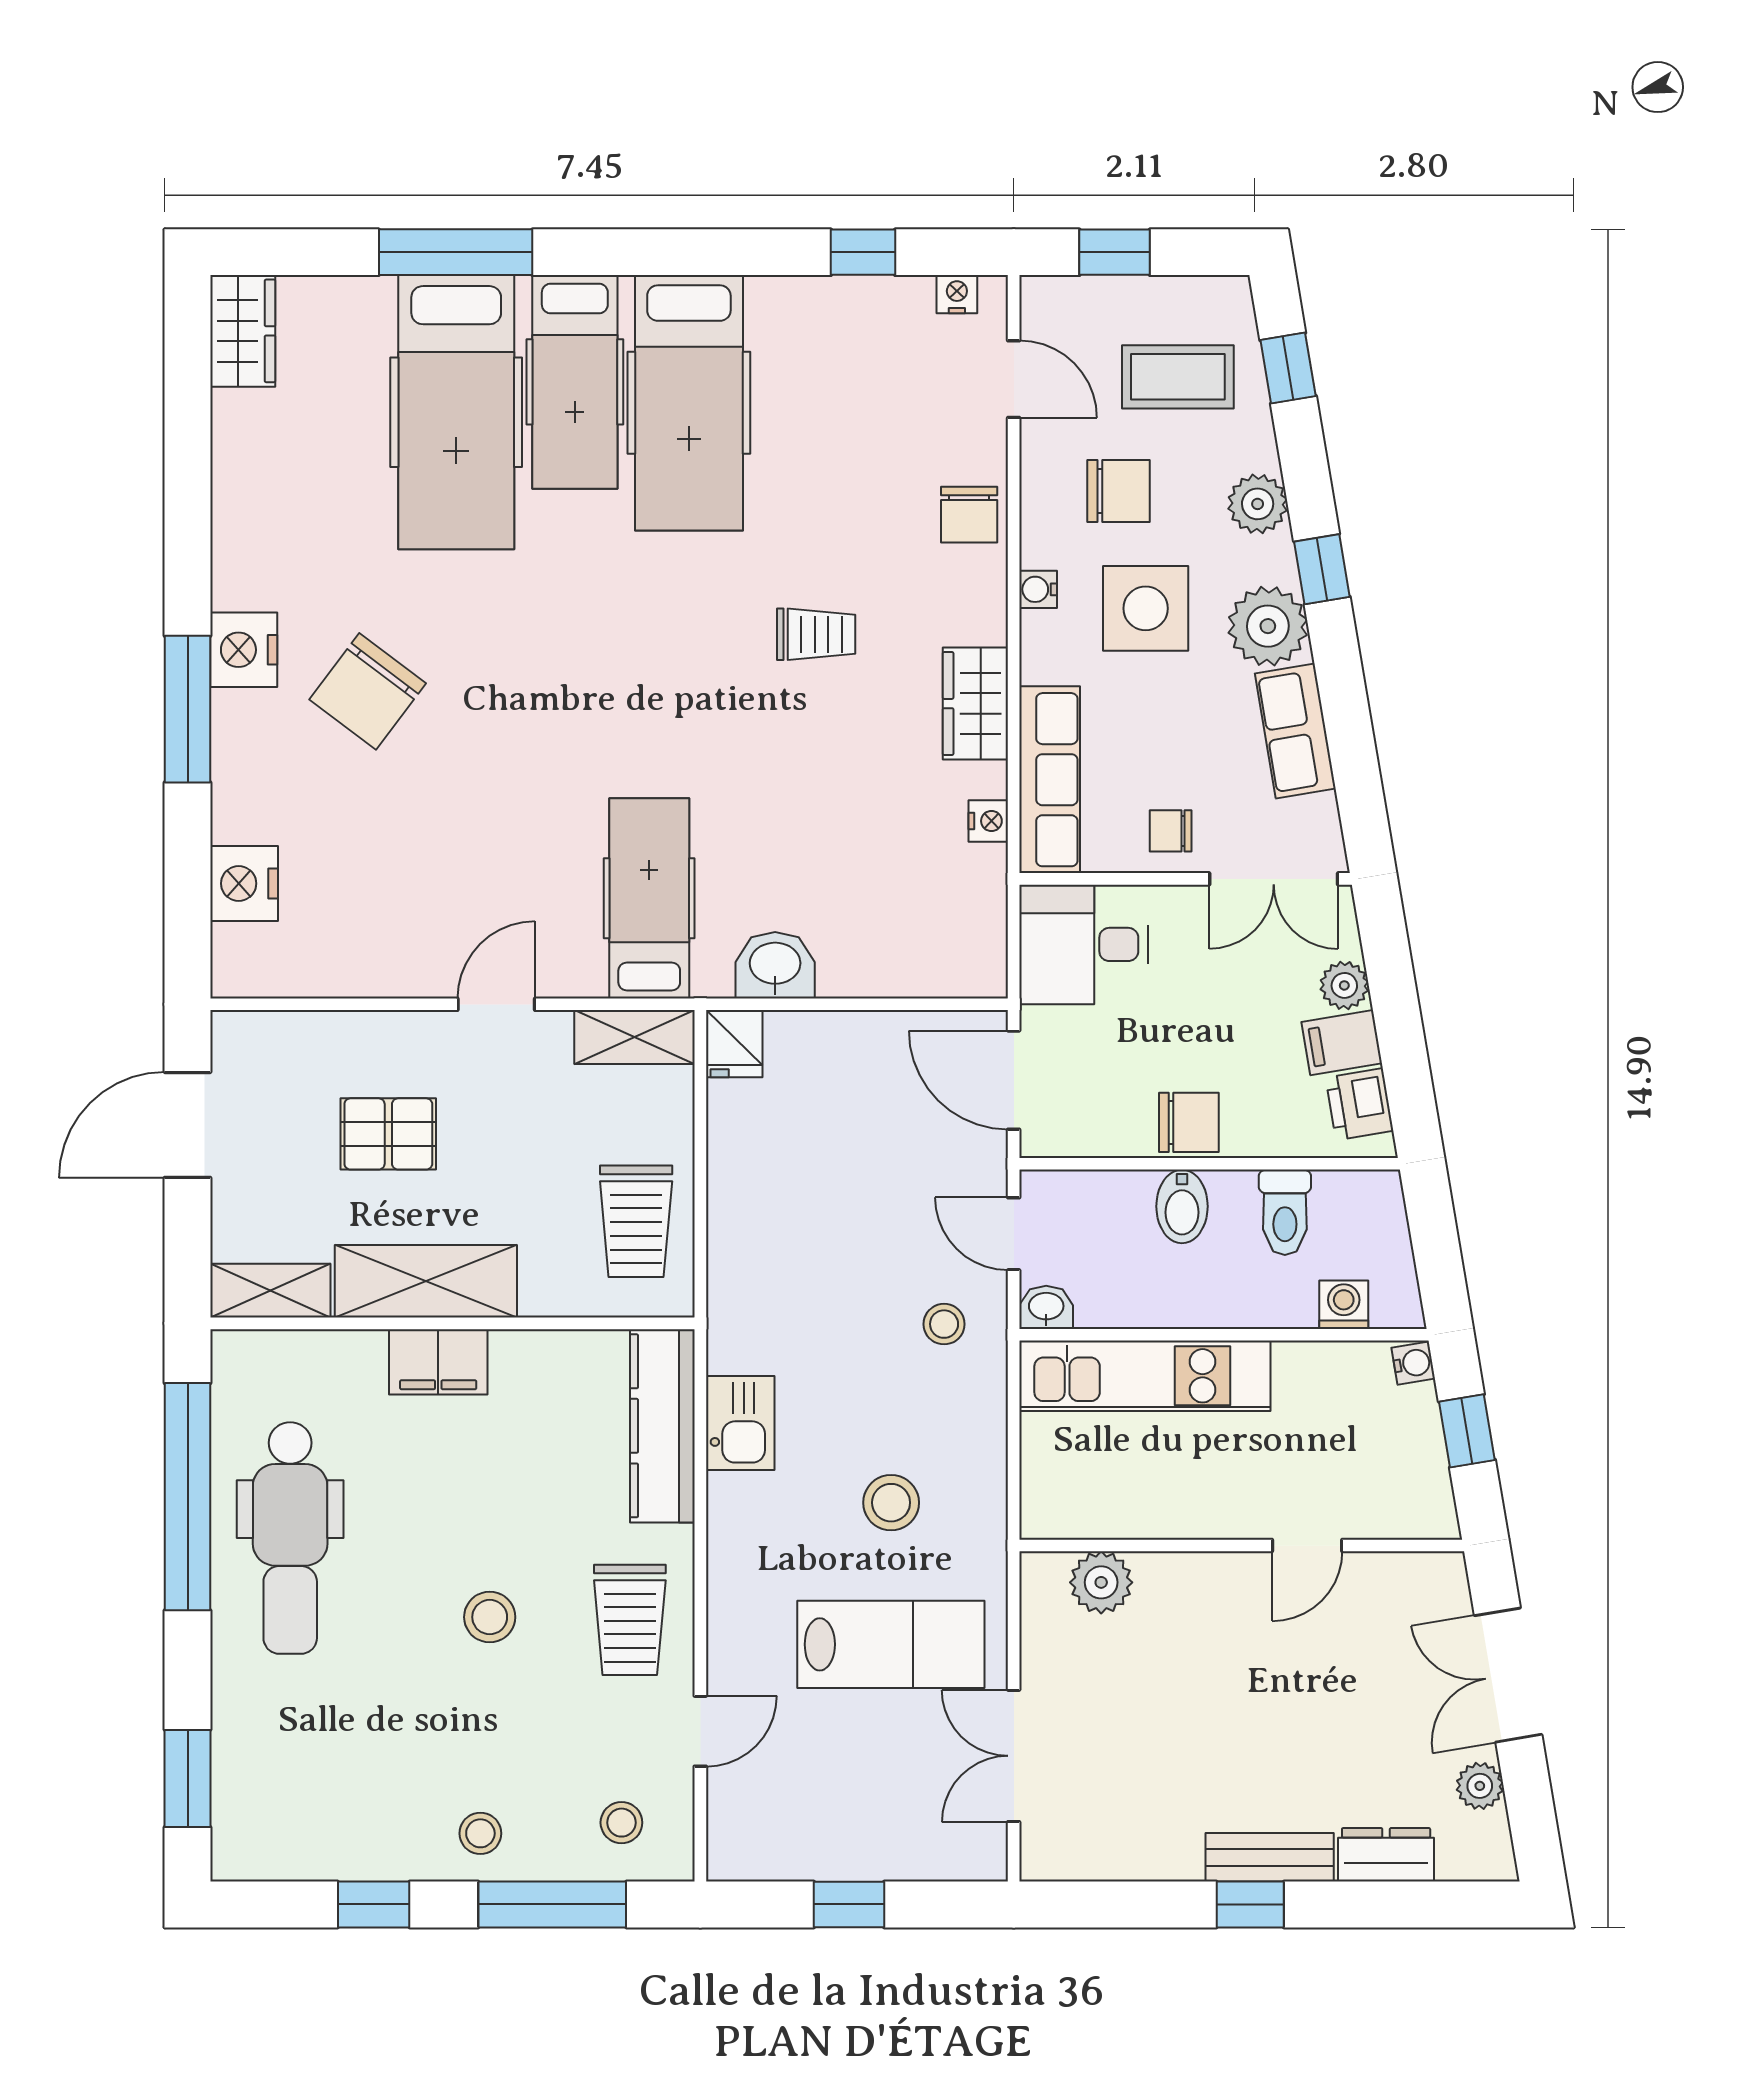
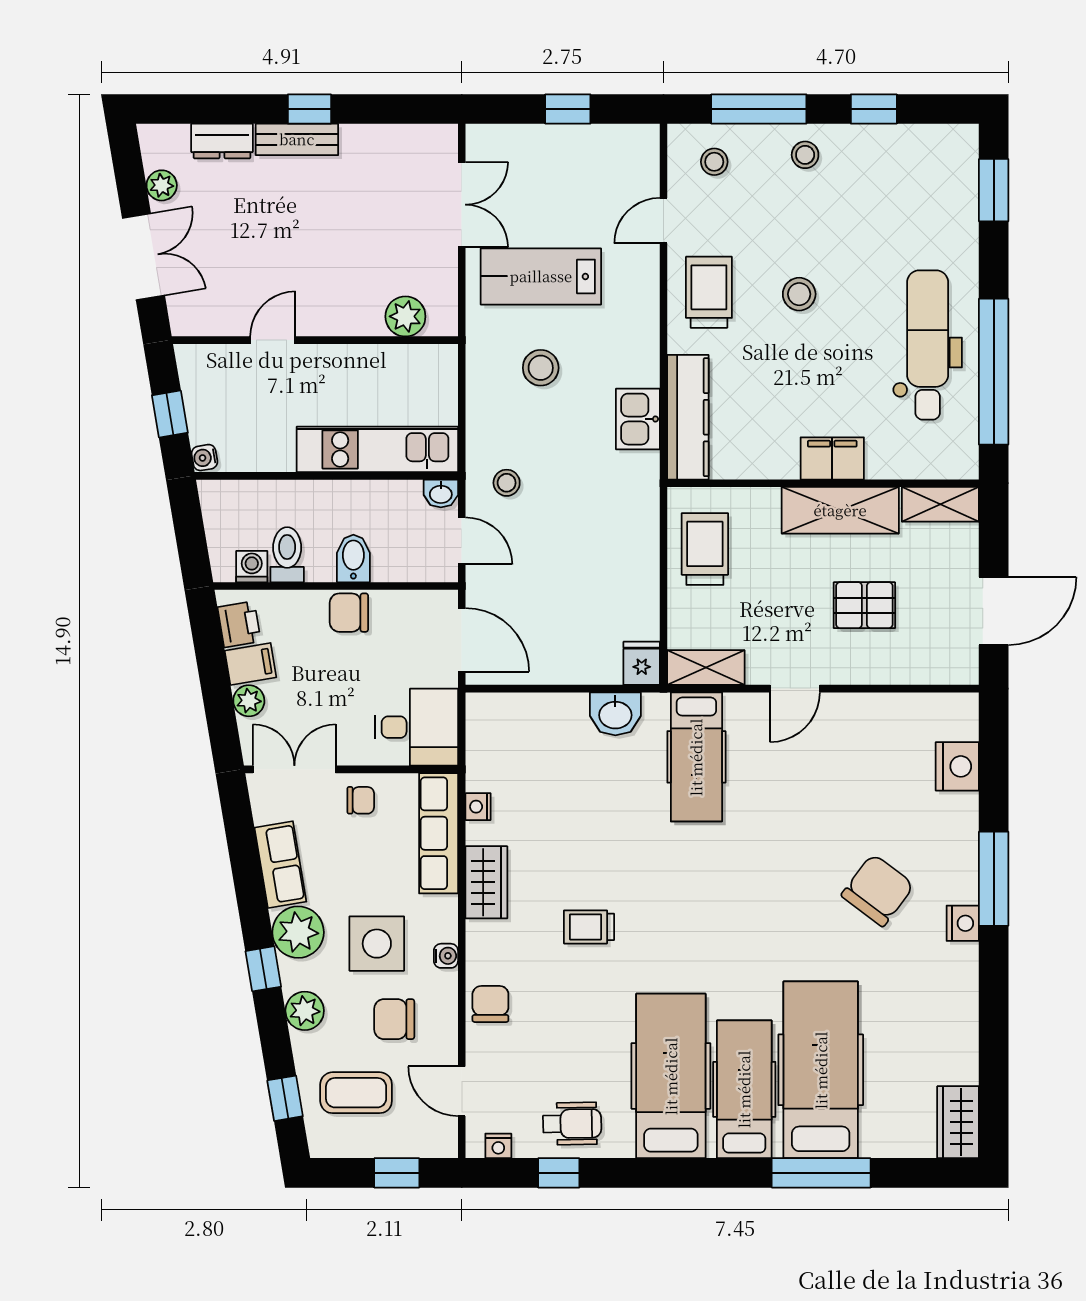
wheelchair: (842, 329) -> (572, 1124), added
nightstand: (244, 650) -> (963, 923), width x0.74, depth x0.75
washing machine: (1344, 1305) -> (252, 567), moved, turned 180

